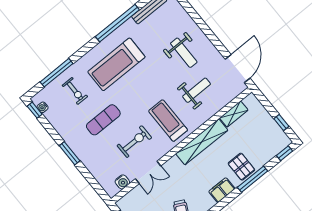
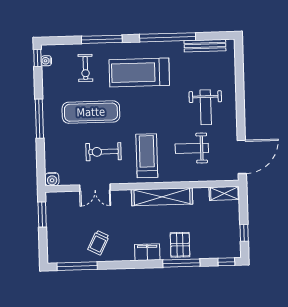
window: (57, 73) -> (102, 39), moved
weight bench: (197, 90) -> (192, 148), turned 180
shelving: (234, 114) -> (224, 193), moved
exercise mat: (103, 120) -> (91, 112), width x1.36, depth x1.45
exercise bike: (134, 142) -> (103, 152), turned 180
window: (70, 153) -> (39, 119), width x1.44
water cooler: (122, 182) -> (52, 179), moved

